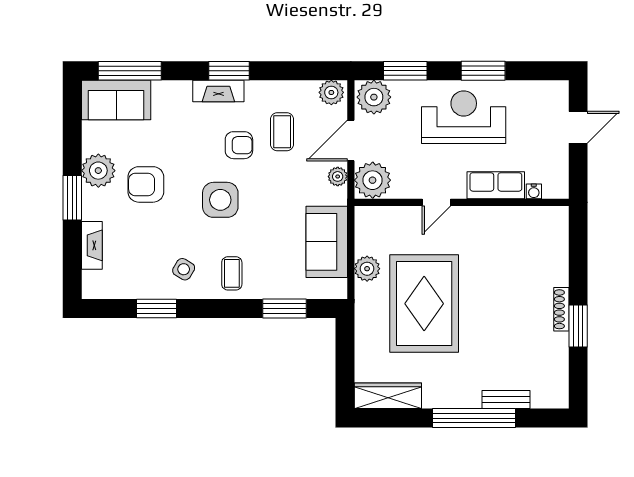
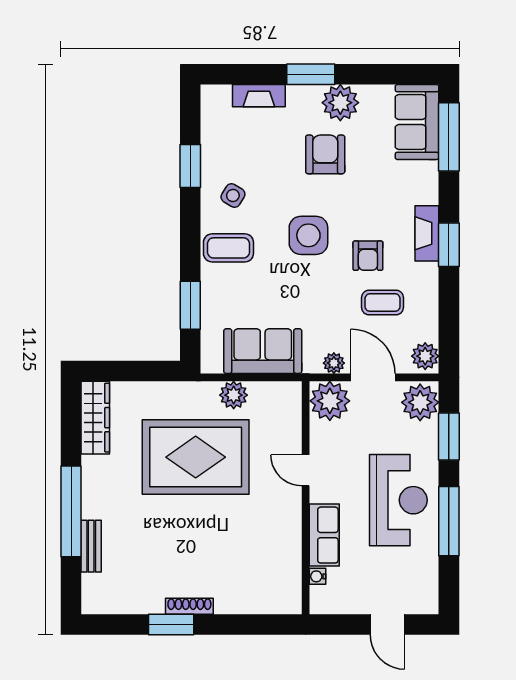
window: (483, 71) -> (449, 521), width x1.44
coffee table: (232, 273) -> (228, 248), width x1.36, depth x1.30

